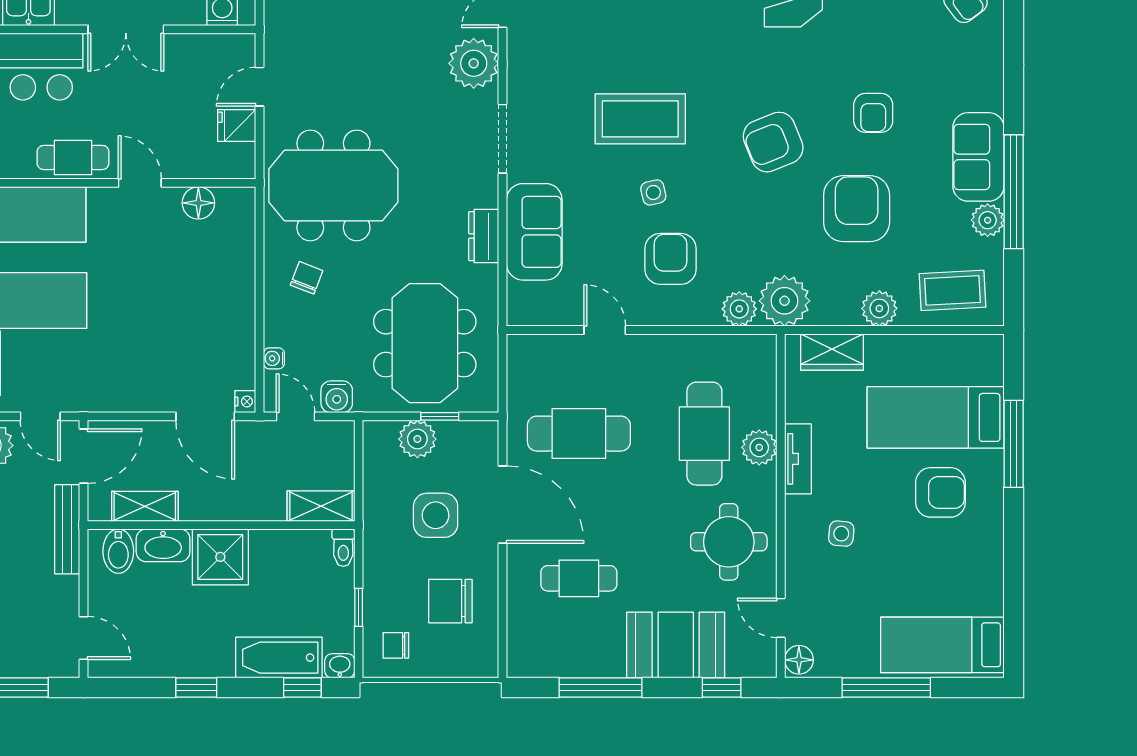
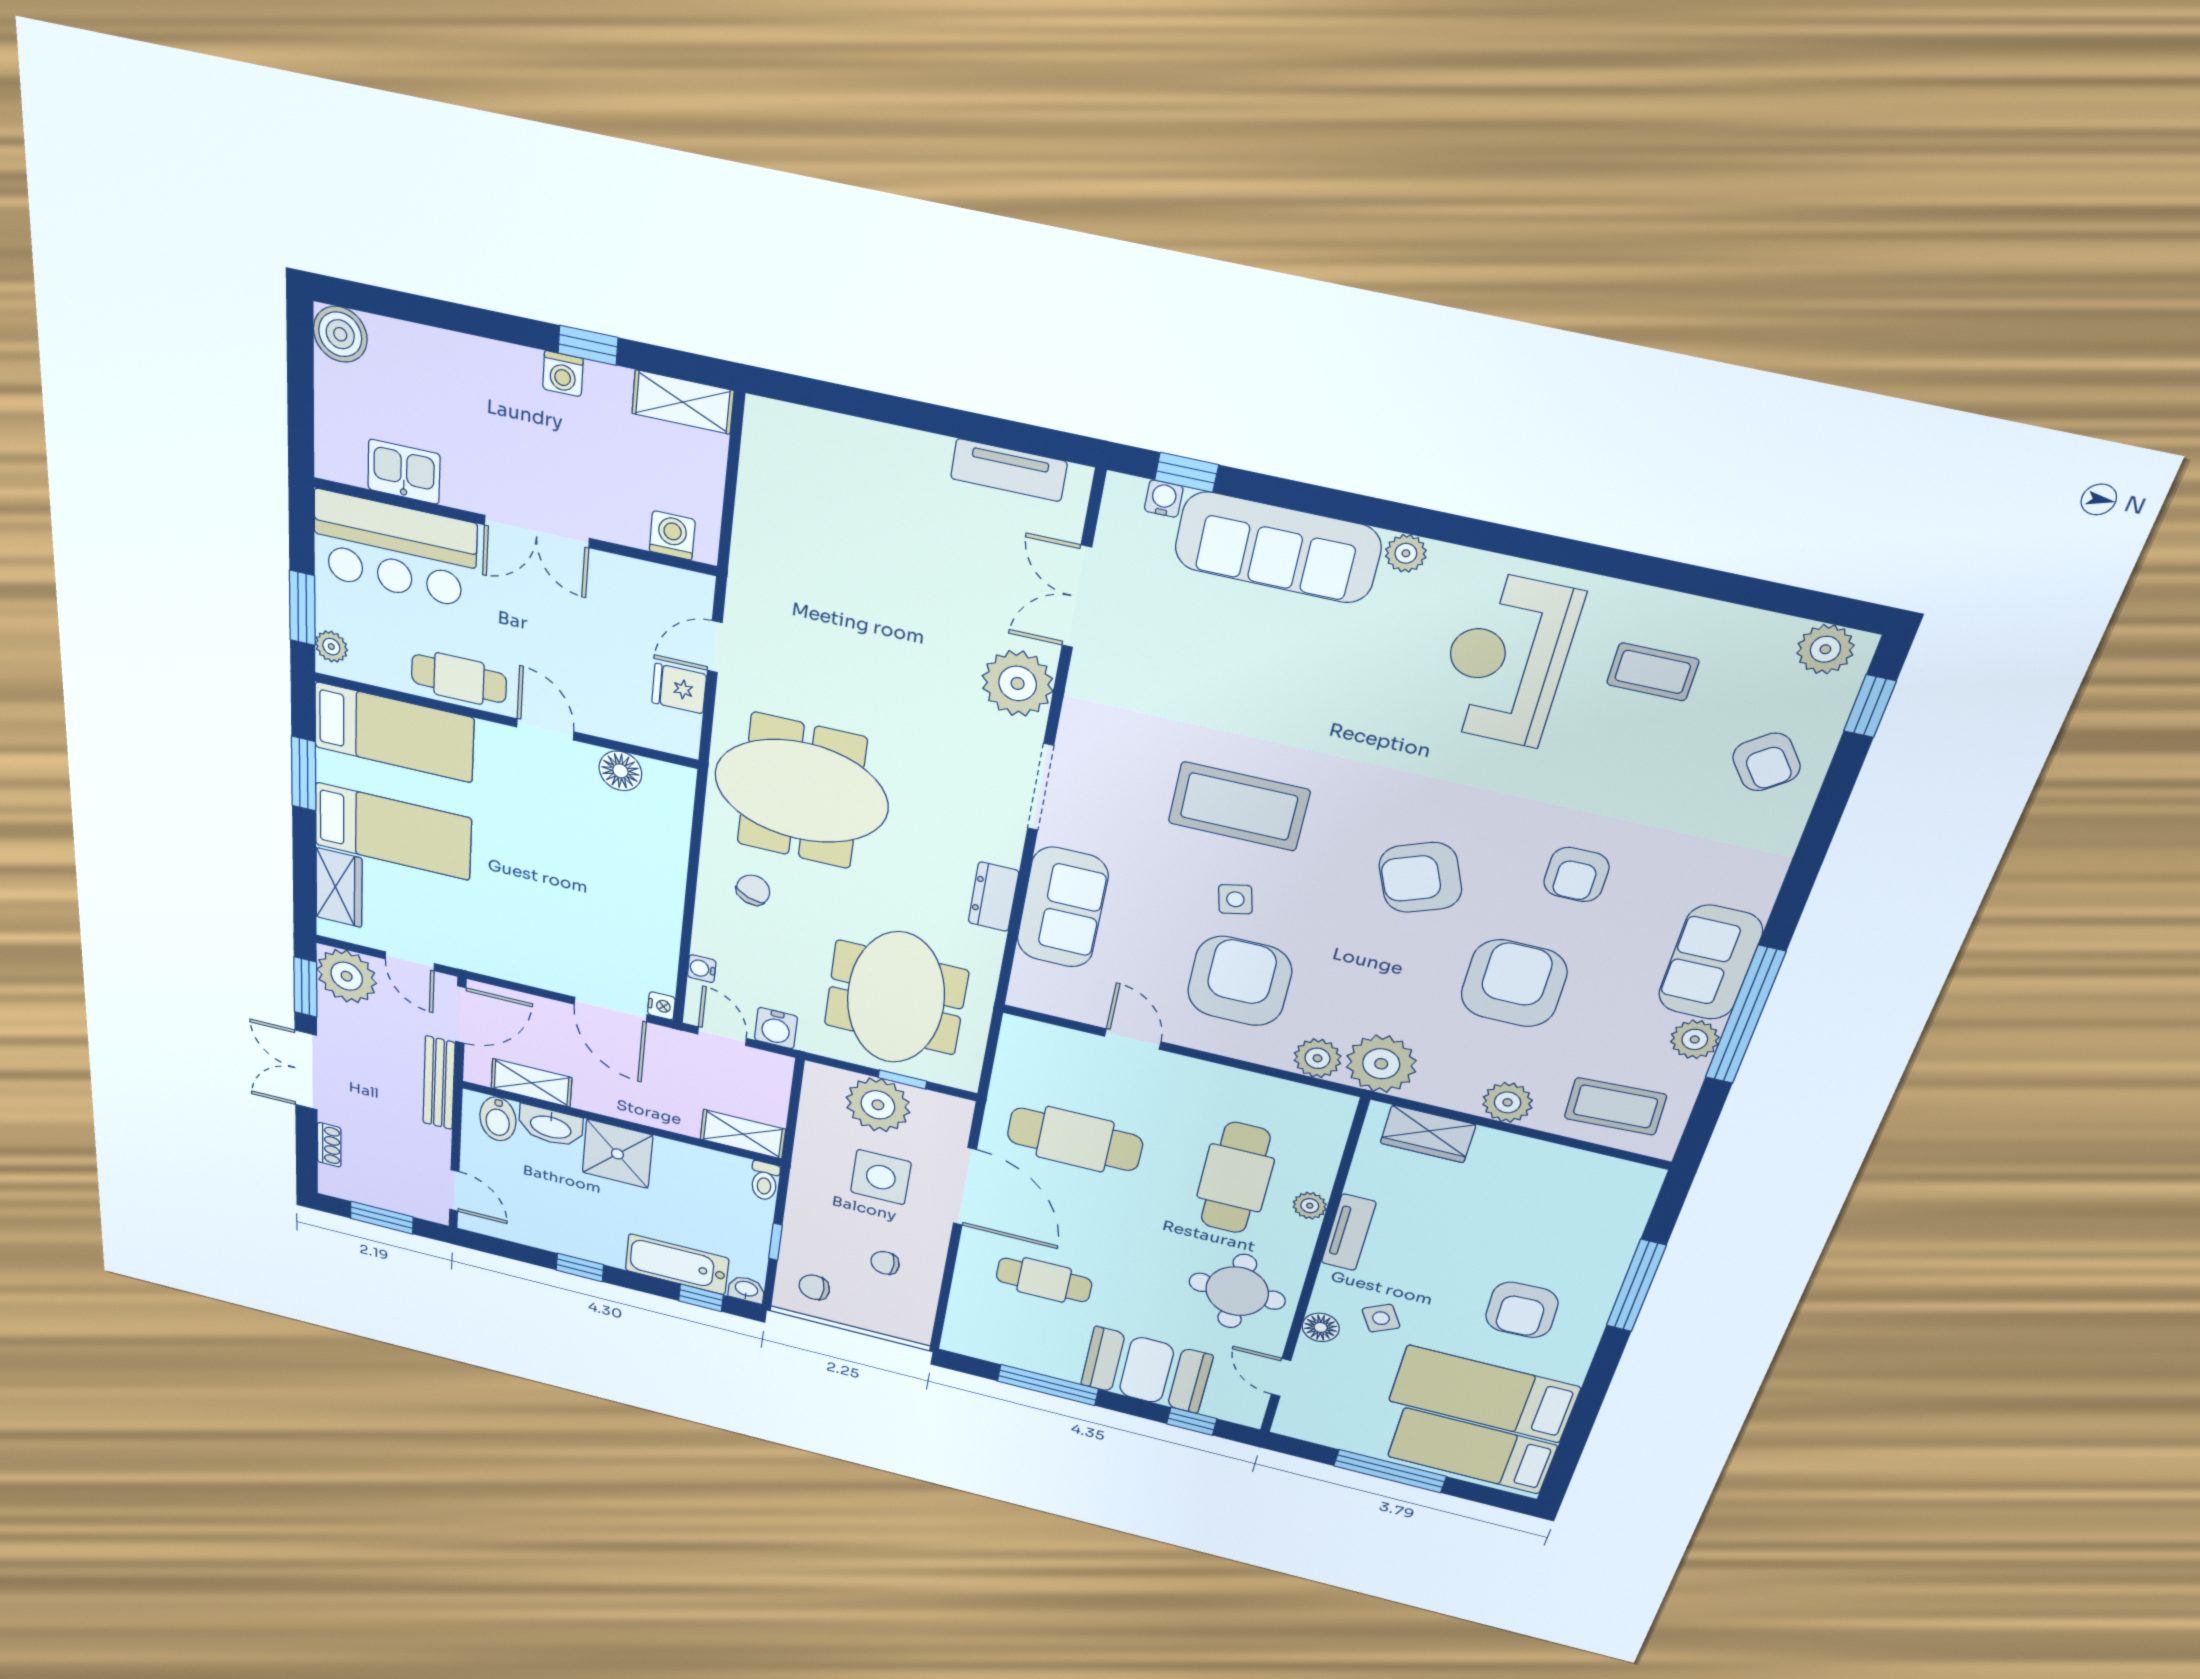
armchair: (670, 259) -> (1240, 981), width x1.36, depth x1.36
bed: (936, 417) -> (1484, 1394), moved
plant: (417, 439) -> (878, 1105), width x1.36, depth x1.36
plant: (759, 447) -> (1310, 1206), width x0.73, depth x0.73
armchair: (941, 492) -> (1522, 1310), turned 88
side table: (841, 534) -> (1381, 1318), turned -34
chair: (450, 601) -> (885, 1263), width x0.54, depth x0.54
floor lamp: (799, 660) -> (1321, 1327), moved

